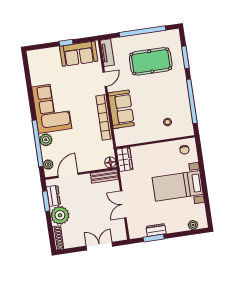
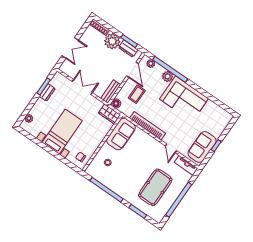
sofa: (121, 109) -> (121, 134), moved, turned -90
coffee table: (86, 152) -> (137, 94), added

